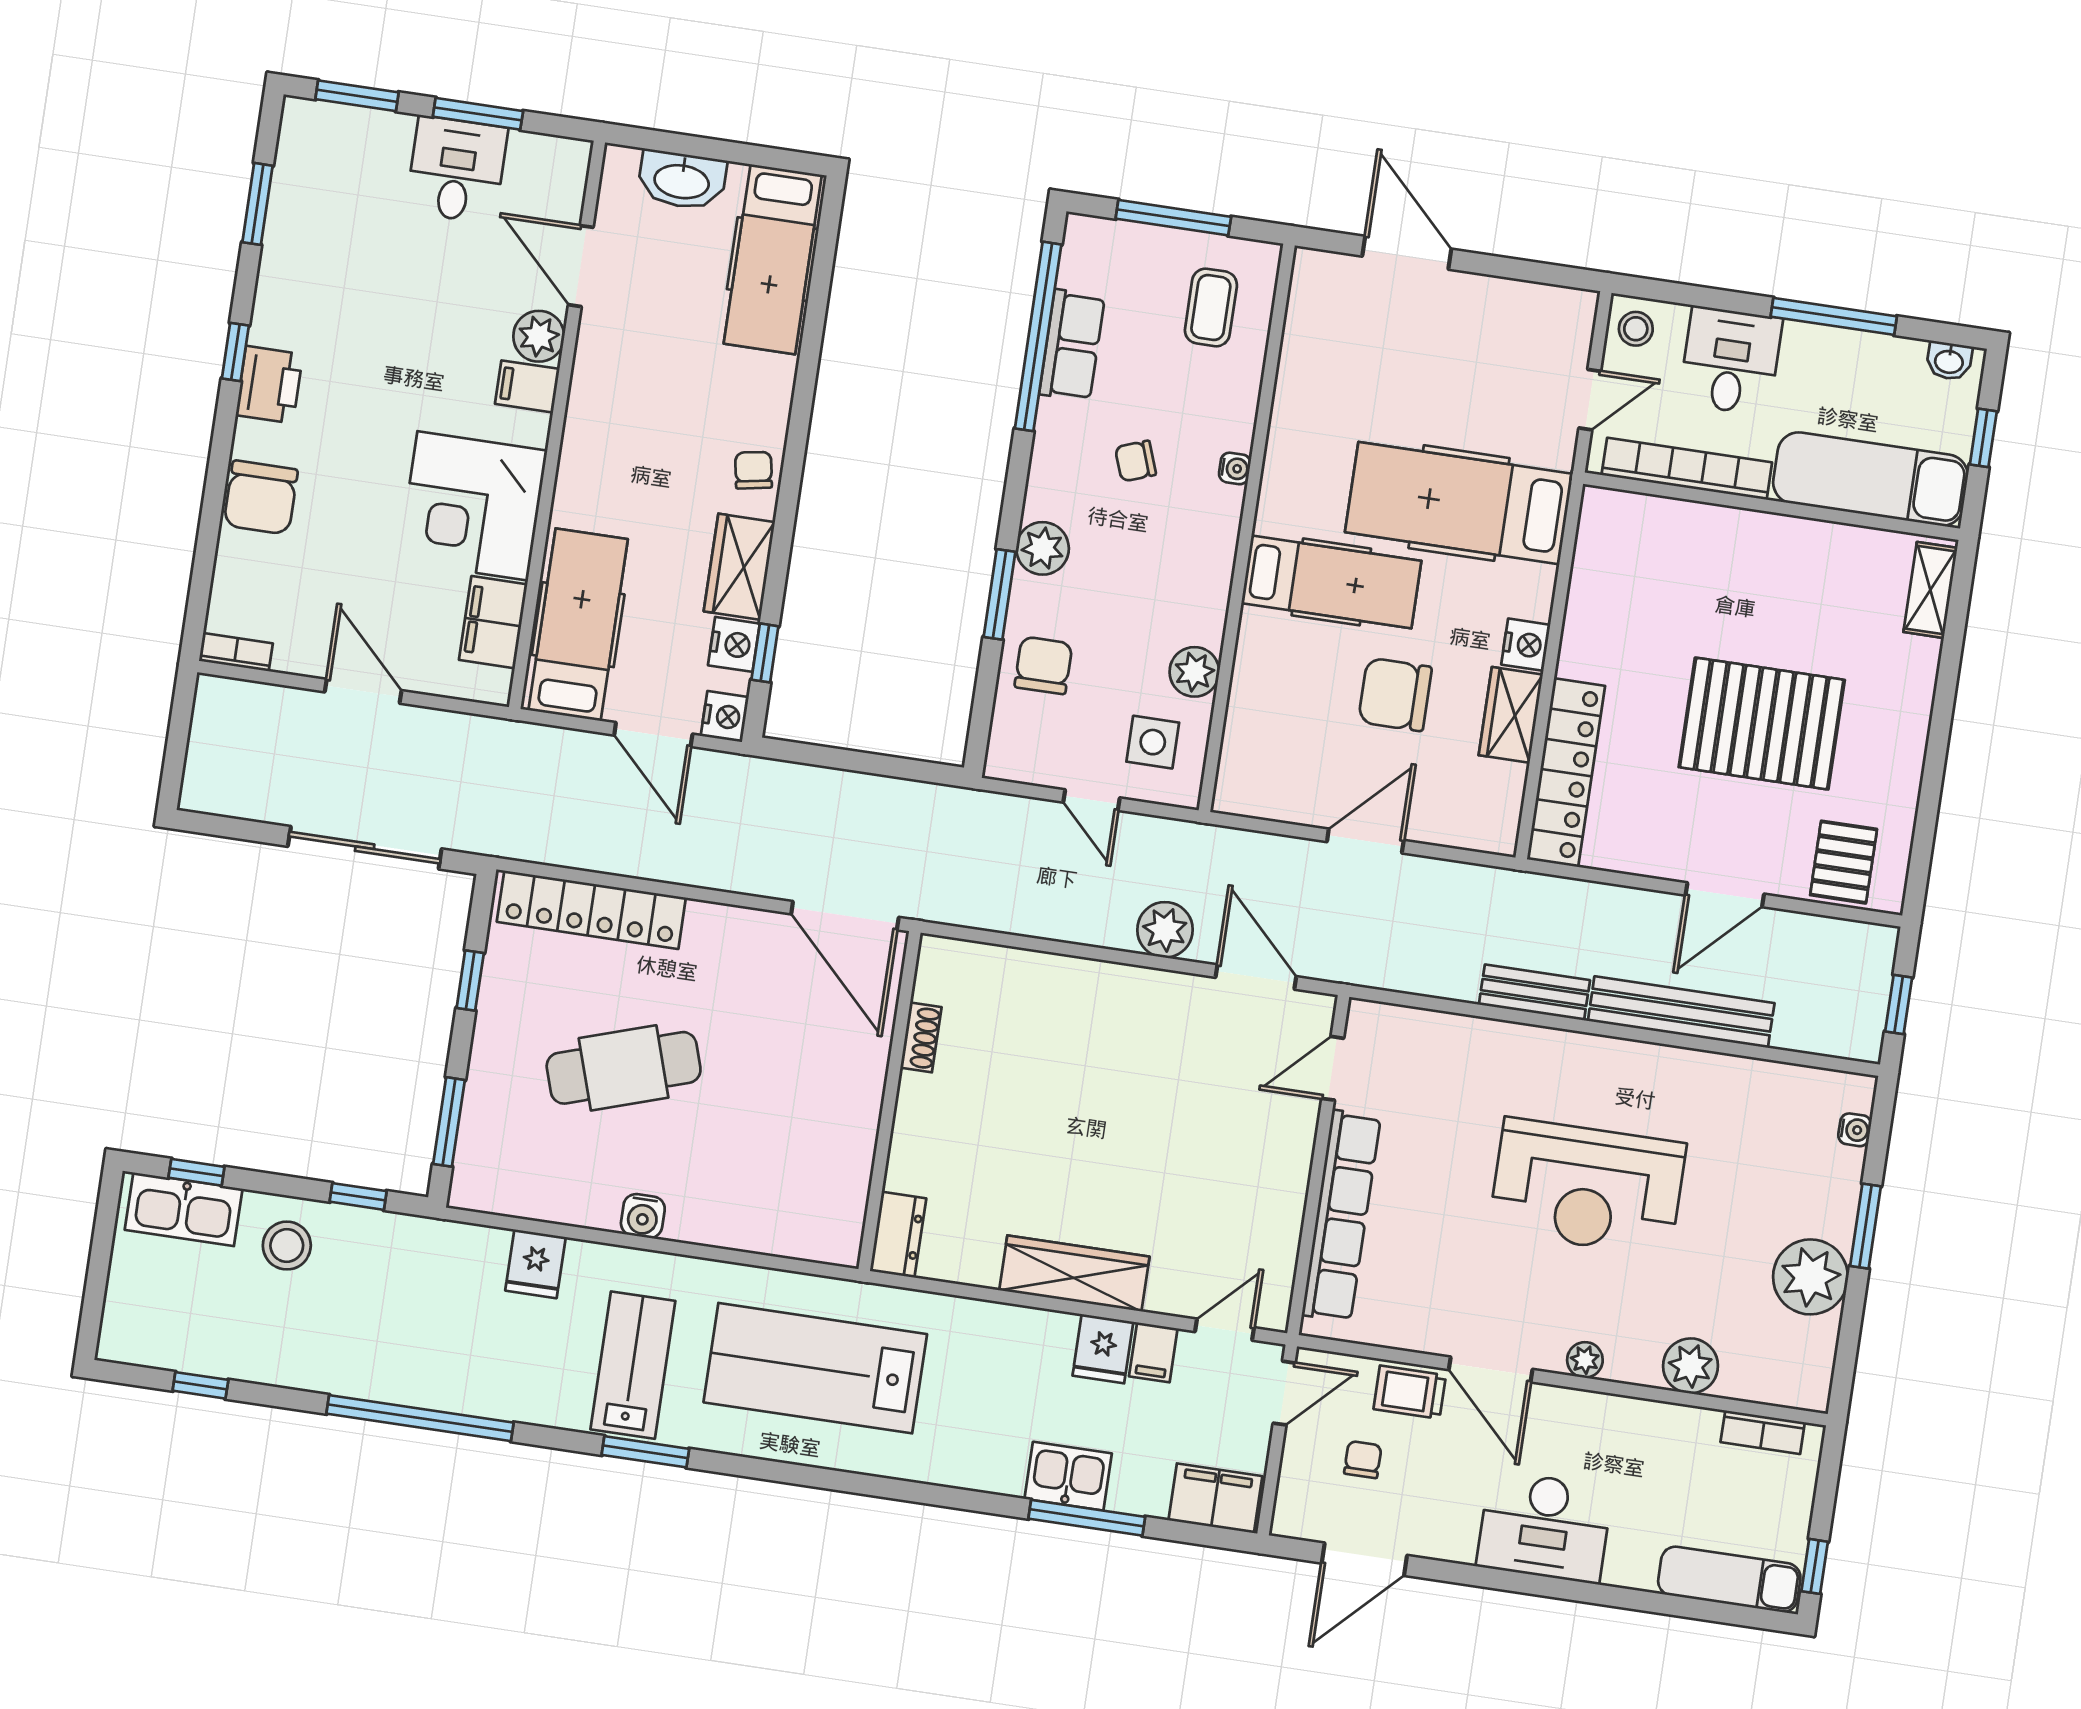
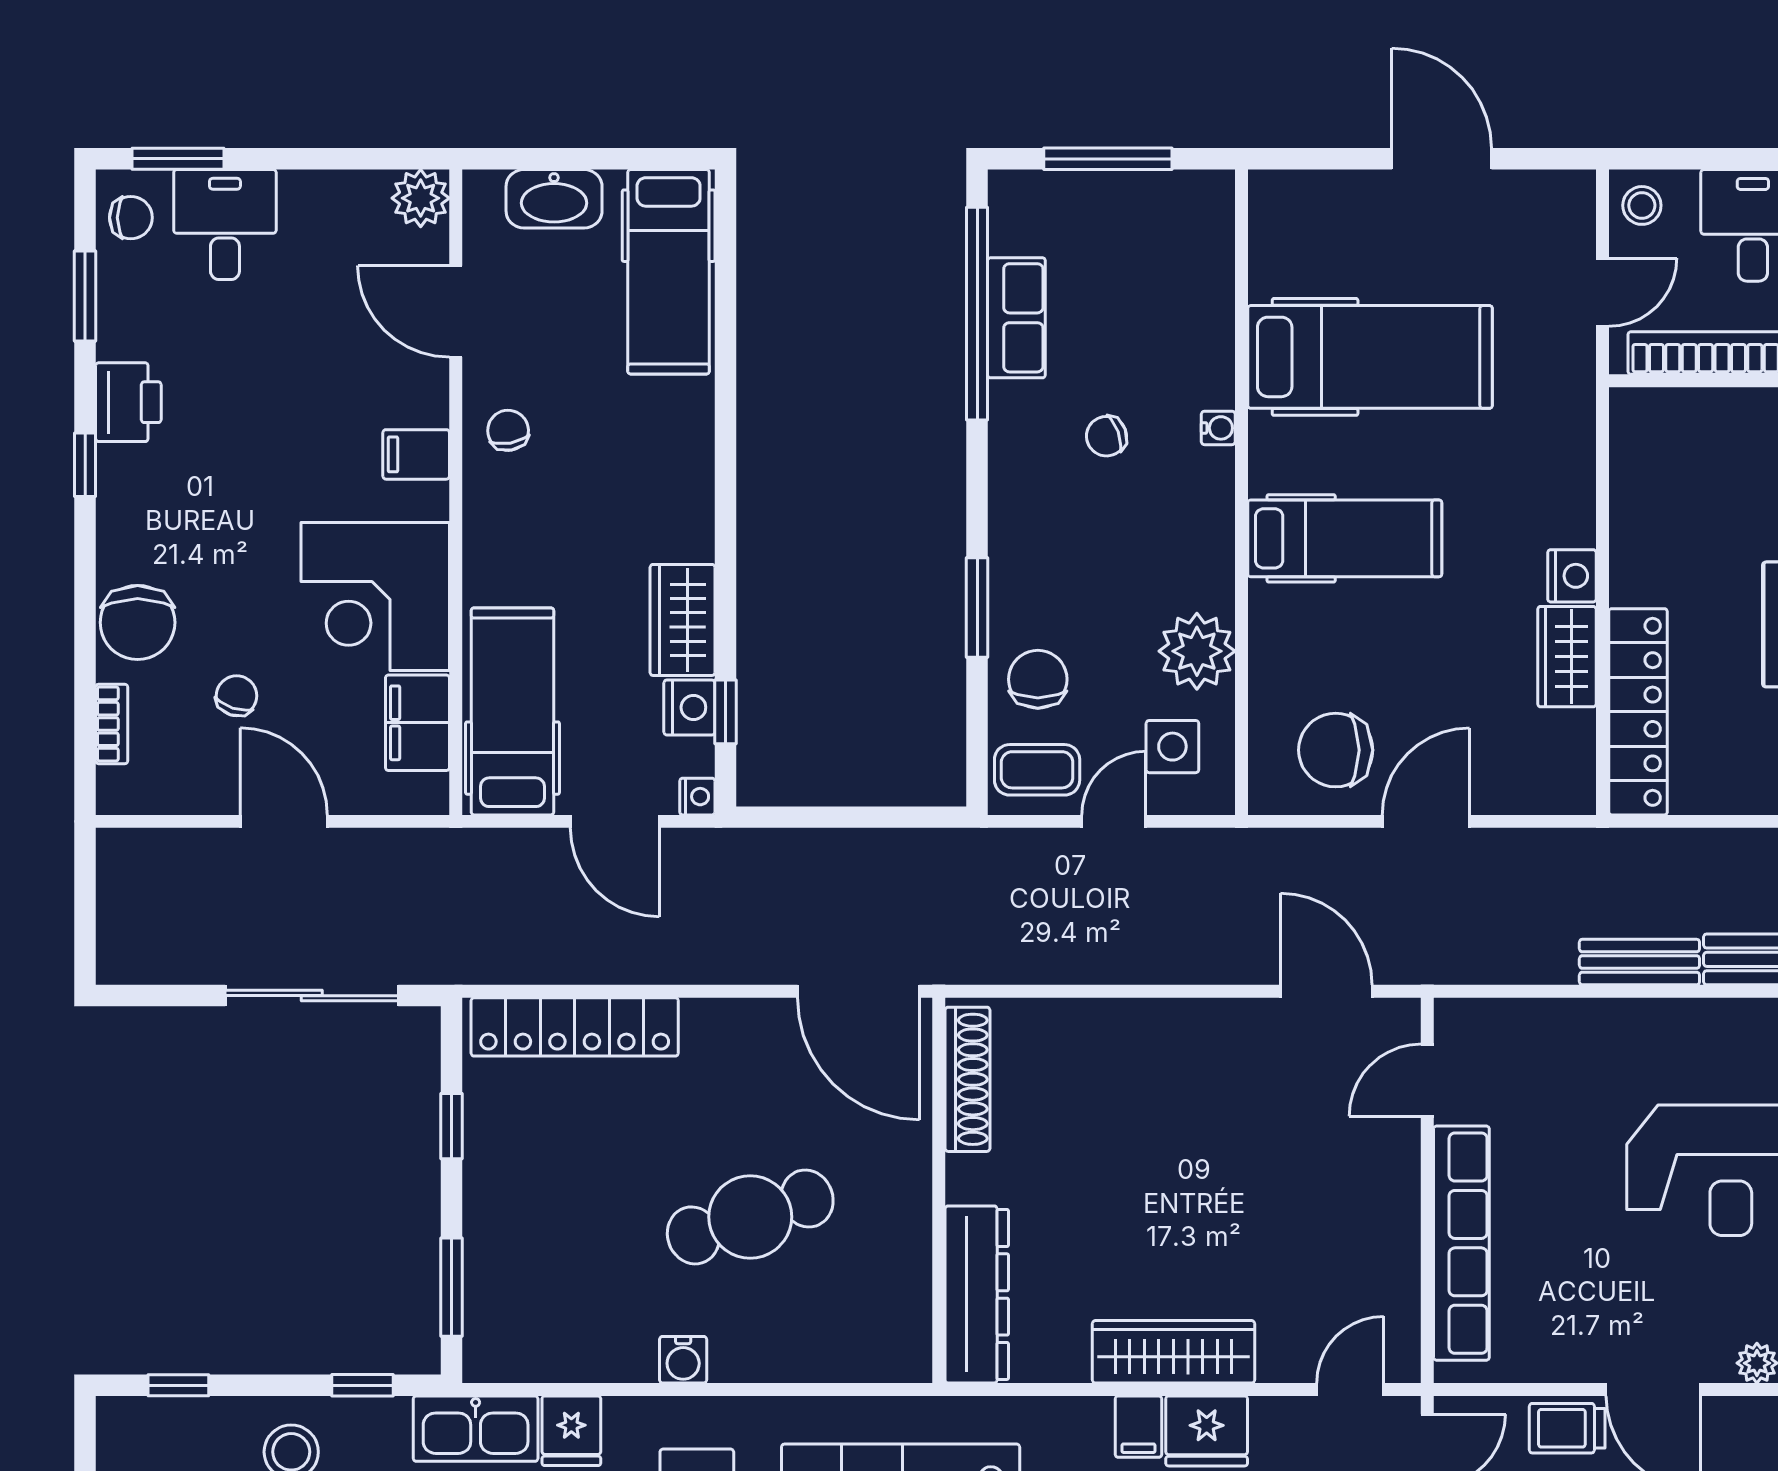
window: (478, 114) -> (316, 159), removed
chair: (308, 141) -> (131, 218), added
desk: (457, 170) -> (225, 225), moved
door: (1407, 253) -> (1442, 159), moved
coffee table: (1211, 307) -> (1037, 770), moved, turned 90
plant: (539, 336) -> (421, 198), moved
printer: (269, 385) -> (128, 402), moved
chair: (754, 470) -> (508, 430), moved
hospital bed: (1459, 503) -> (1370, 357), moved, turned 180
plant: (1043, 548) -> (1017, 549), removed
chair: (338, 575) -> (237, 696), added
bookcase: (236, 652) -> (112, 724), moved, turned 90
plant: (1194, 672) -> (1197, 651), width x1.36, depth x1.36
chair: (1395, 694) -> (1336, 750), moved
nightstand: (725, 717) -> (697, 797), width x0.72, depth x0.74
door: (1092, 800) -> (1114, 821), swing flipped
plant: (1165, 930) -> (1217, 954), removed
shoe rack: (921, 1037) -> (967, 1079), width x1.94, depth x1.24
cafe table: (624, 1068) -> (750, 1217), moved
kitchen sink: (184, 1209) -> (476, 1429), moved
dresser: (898, 1235) -> (977, 1294), width x1.96, depth x1.24
fridge: (1103, 1349) -> (1207, 1431), width x1.38
filing cabinet: (1153, 1352) -> (1138, 1427), moved

